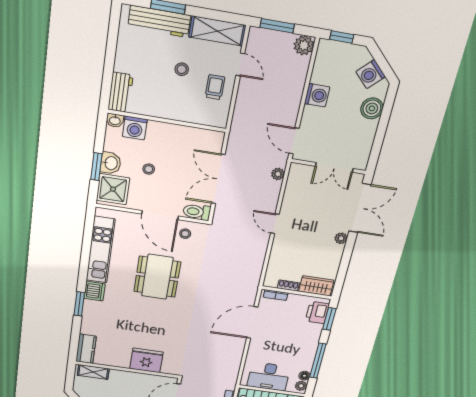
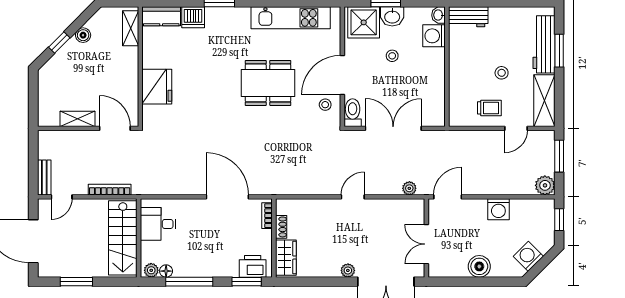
boiler: (372, 108) -> (479, 266), moved
dishwasher: (94, 291) -> (193, 17), moved
desk: (269, 376) -> (158, 224), width x0.73

